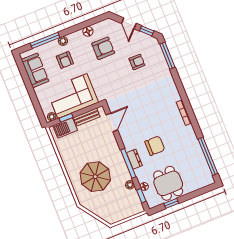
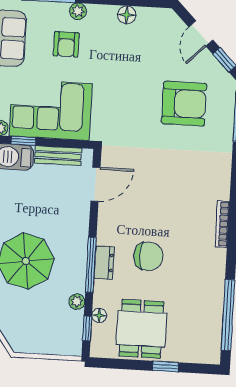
armchair: (103, 48) -> (139, 55), removed
armchair: (137, 62) -> (184, 104), width x1.88, depth x1.88
window: (171, 203) -> (166, 367), moved

